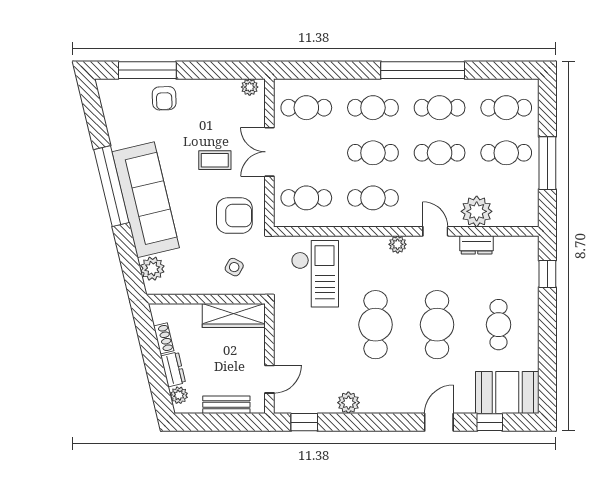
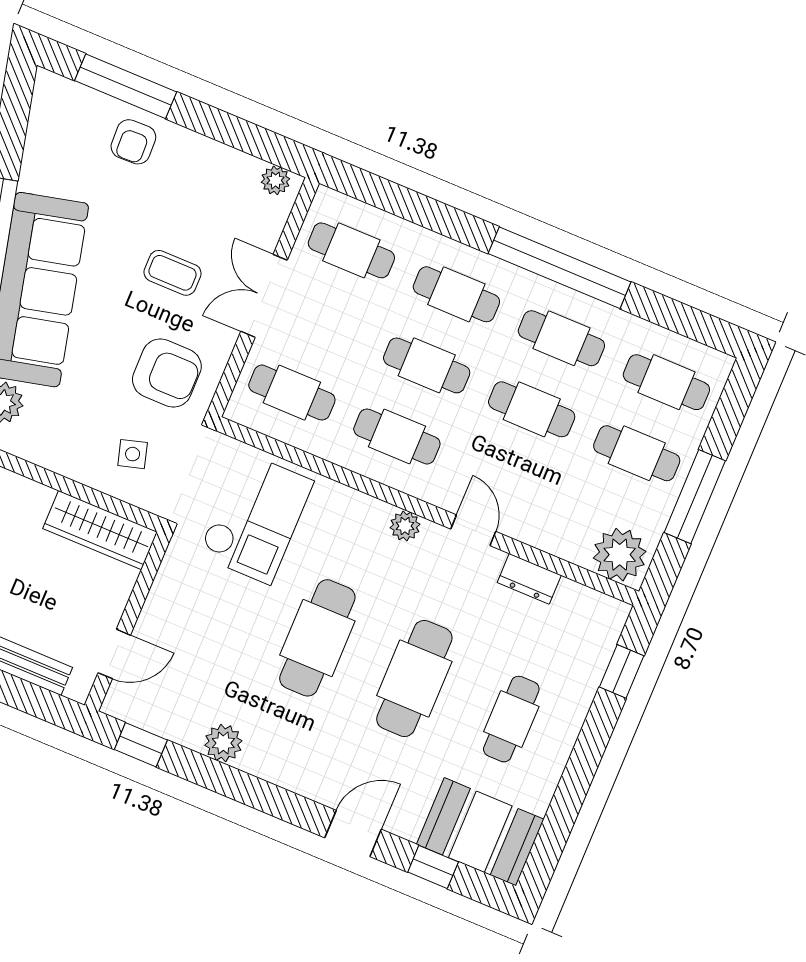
plant: (477, 211) -> (620, 555), moved
side table: (234, 267) -> (133, 454), turned 45

